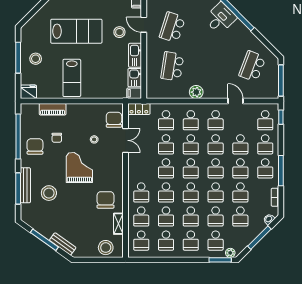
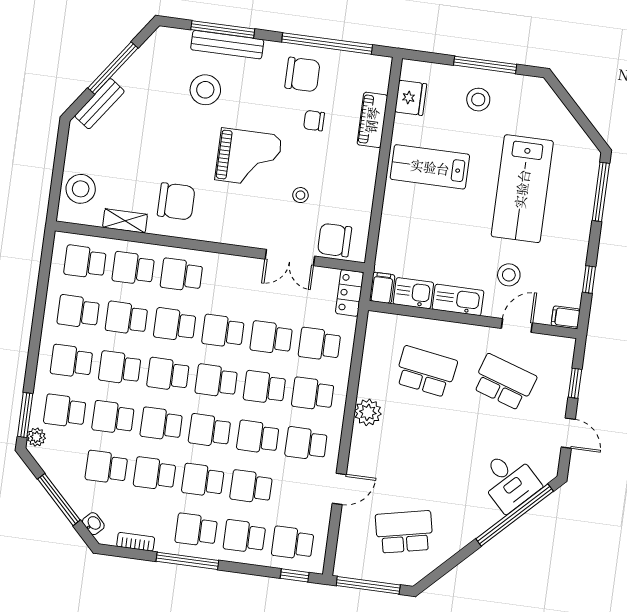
school desk: (252, 66) -> (404, 532), turned -33
fridge: (28, 92) -> (411, 98), moved
chair: (114, 120) -> (335, 240), turned 180

